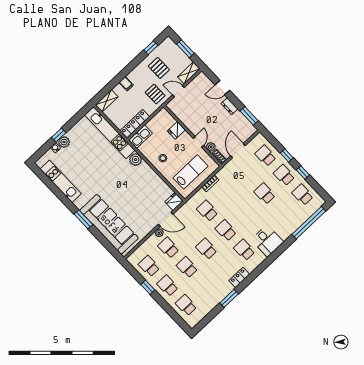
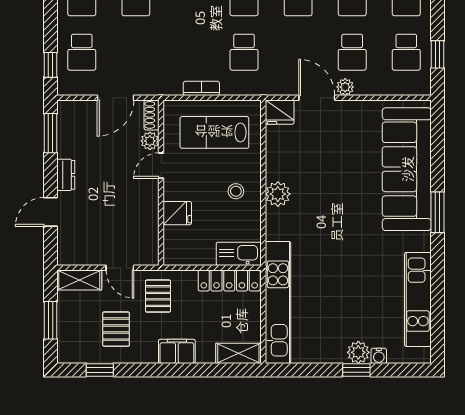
filing cabinet: (126, 84) -> (177, 351), width x2.00
door: (222, 88) -> (50, 212), swing flipped
window: (287, 155) -> (50, 65), moved
plant: (136, 160) -> (278, 194), moved
window: (148, 287) -> (438, 54), moved

